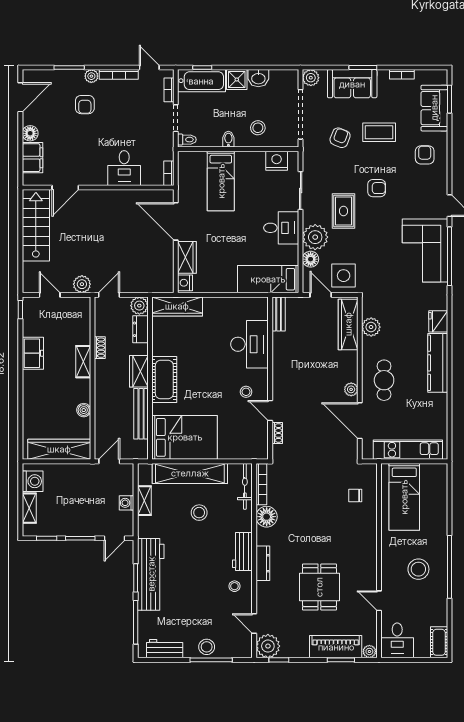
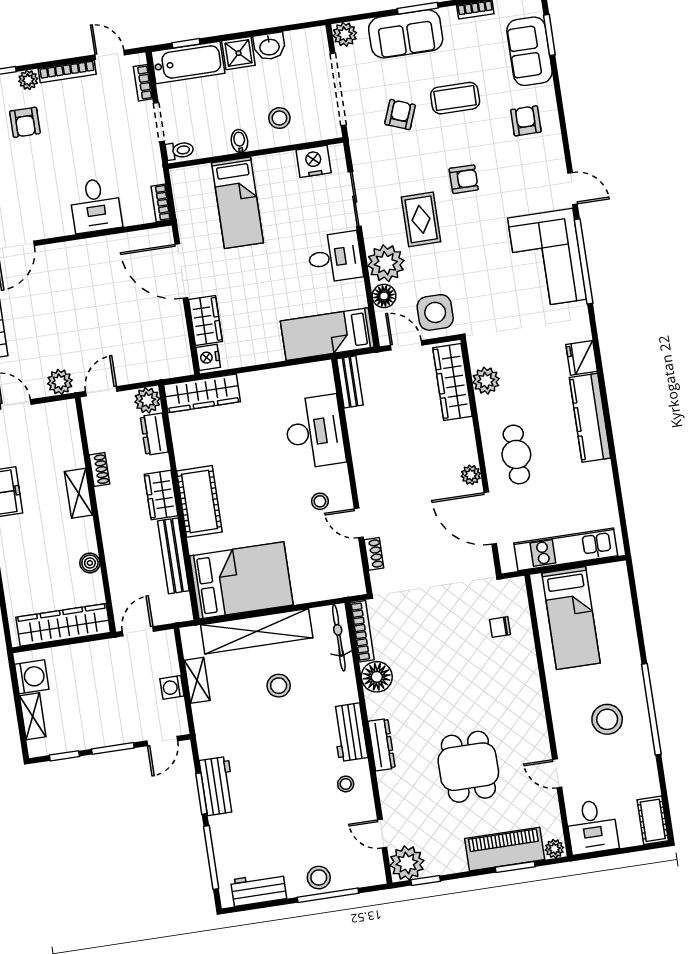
workbench: (151, 574) -> (218, 786), width x0.53, depth x0.76

